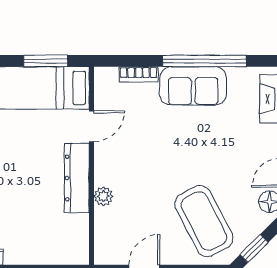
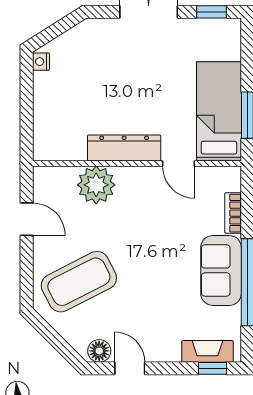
plant: (103, 196) -> (96, 185), width x1.87, depth x1.87
window: (254, 248) -> (50, 335), removed

